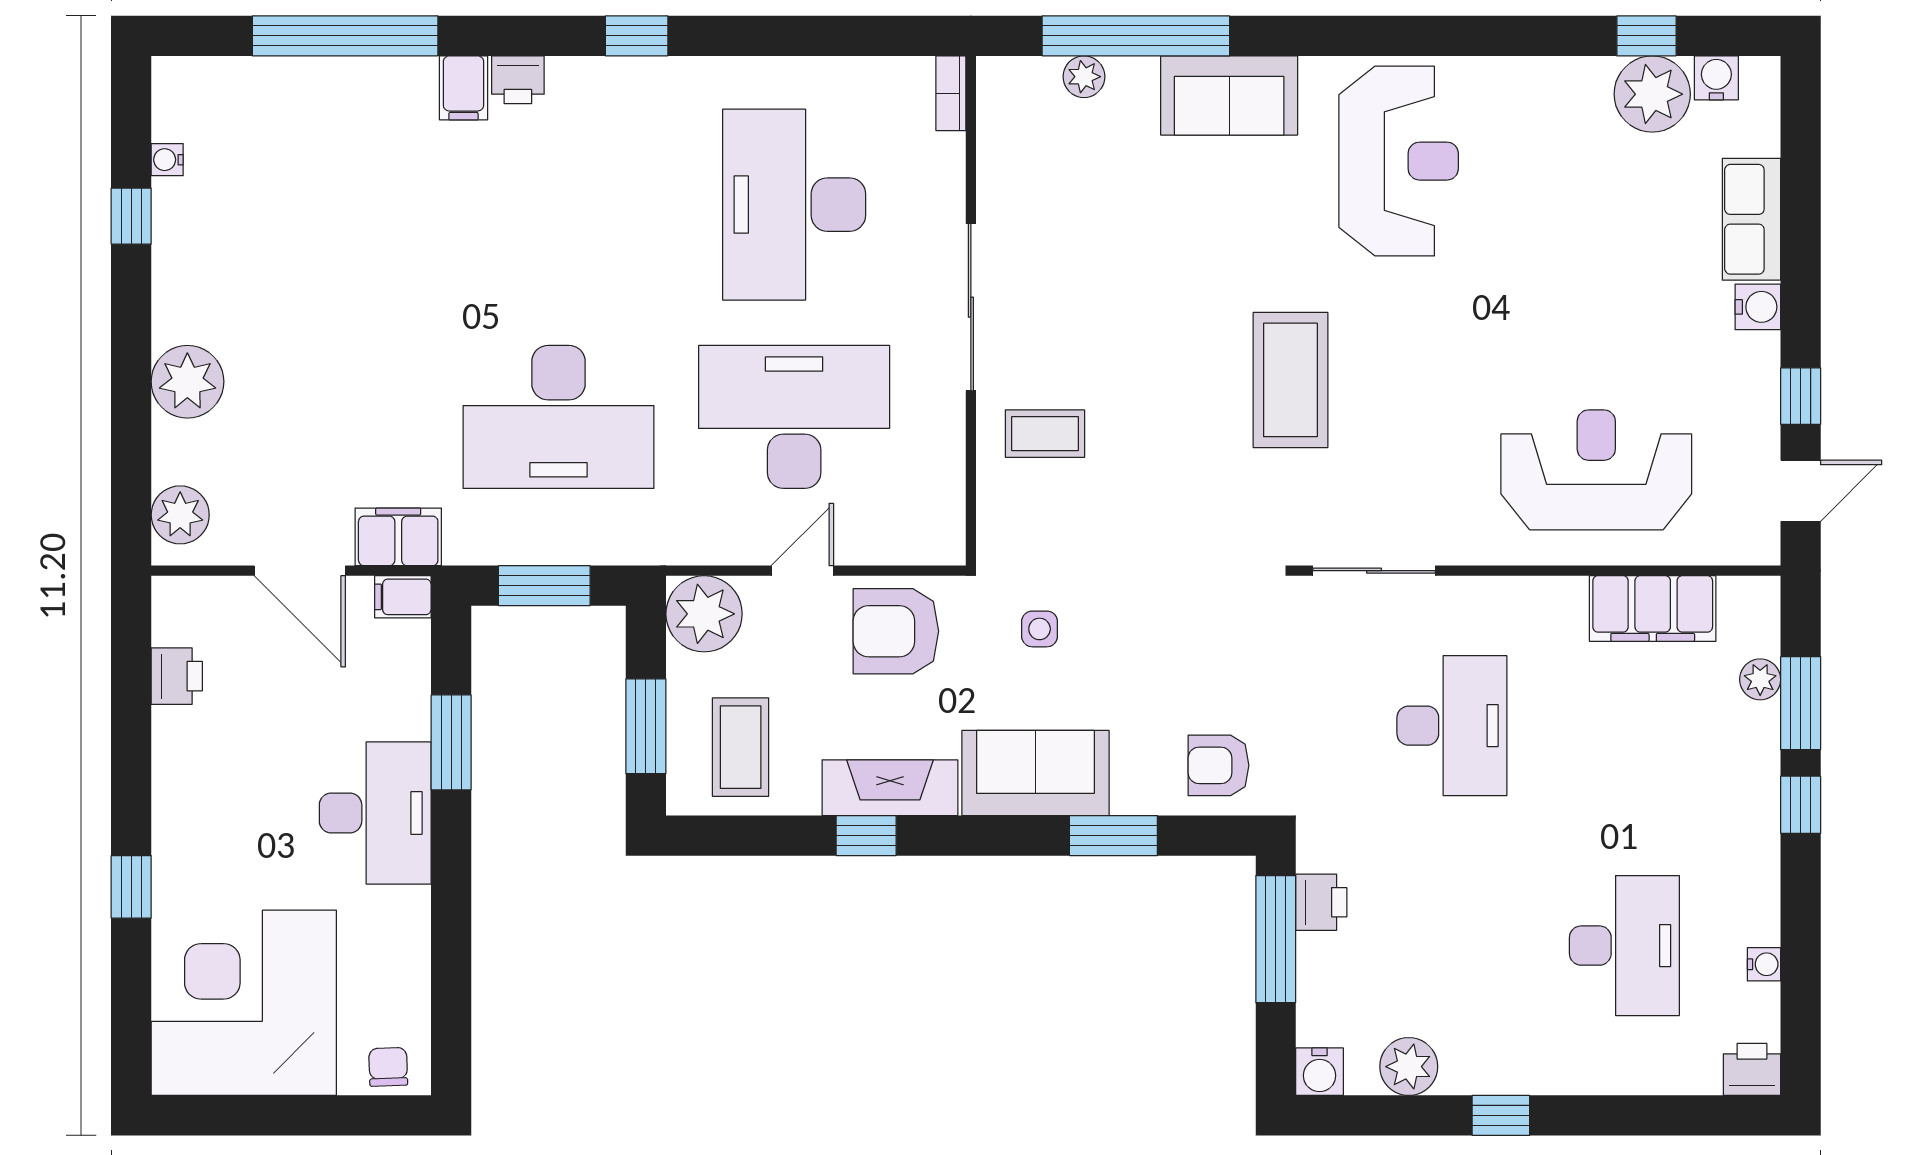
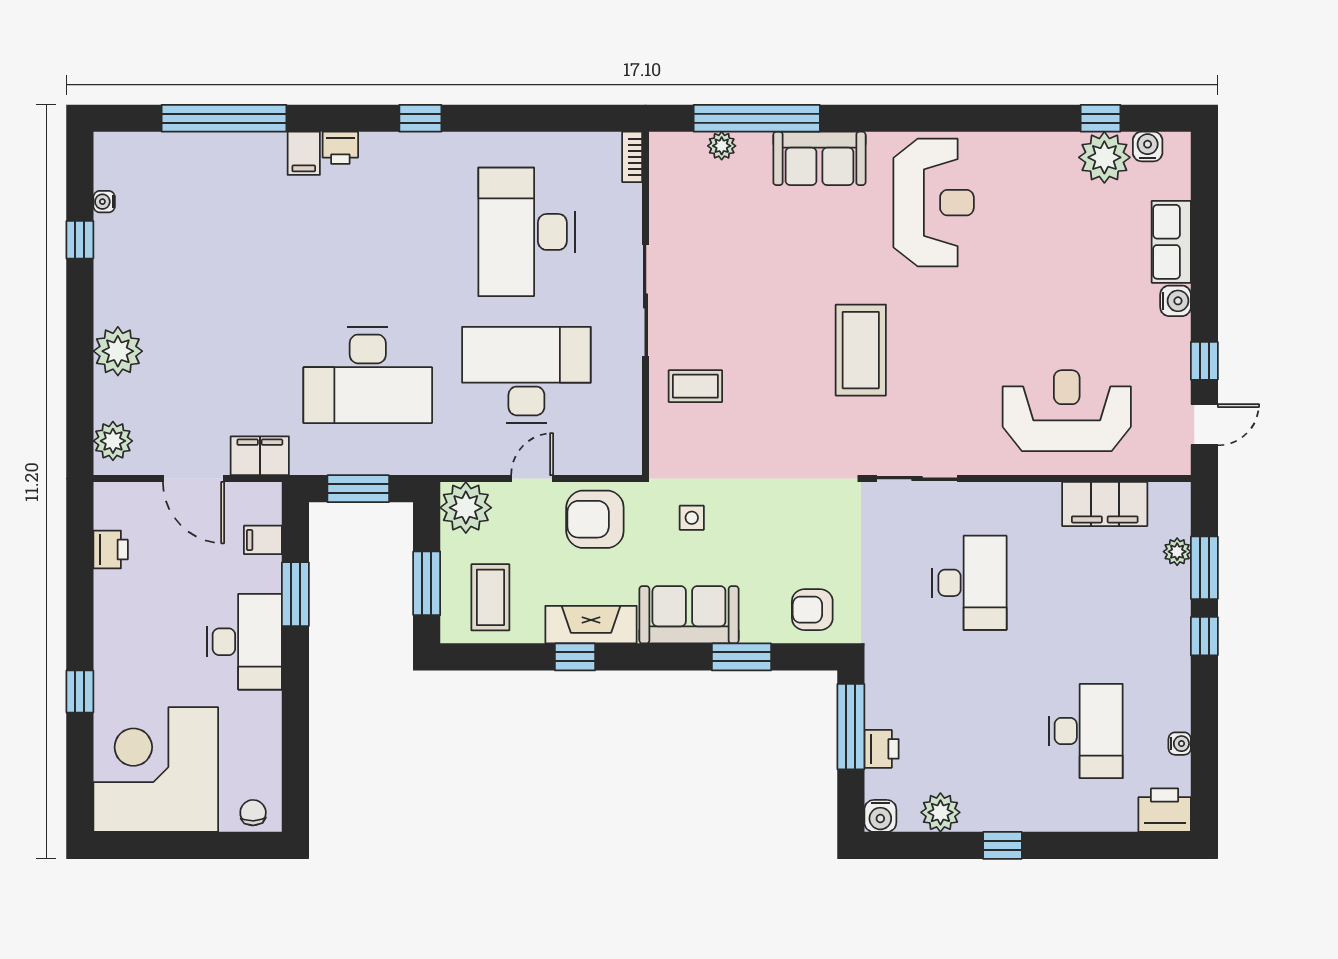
filing cabinet: (403, 597) -> (263, 540), moved
printer: (1321, 902) -> (882, 749), moved
printer: (1752, 1069) -> (1165, 810), width x1.36, depth x1.24

